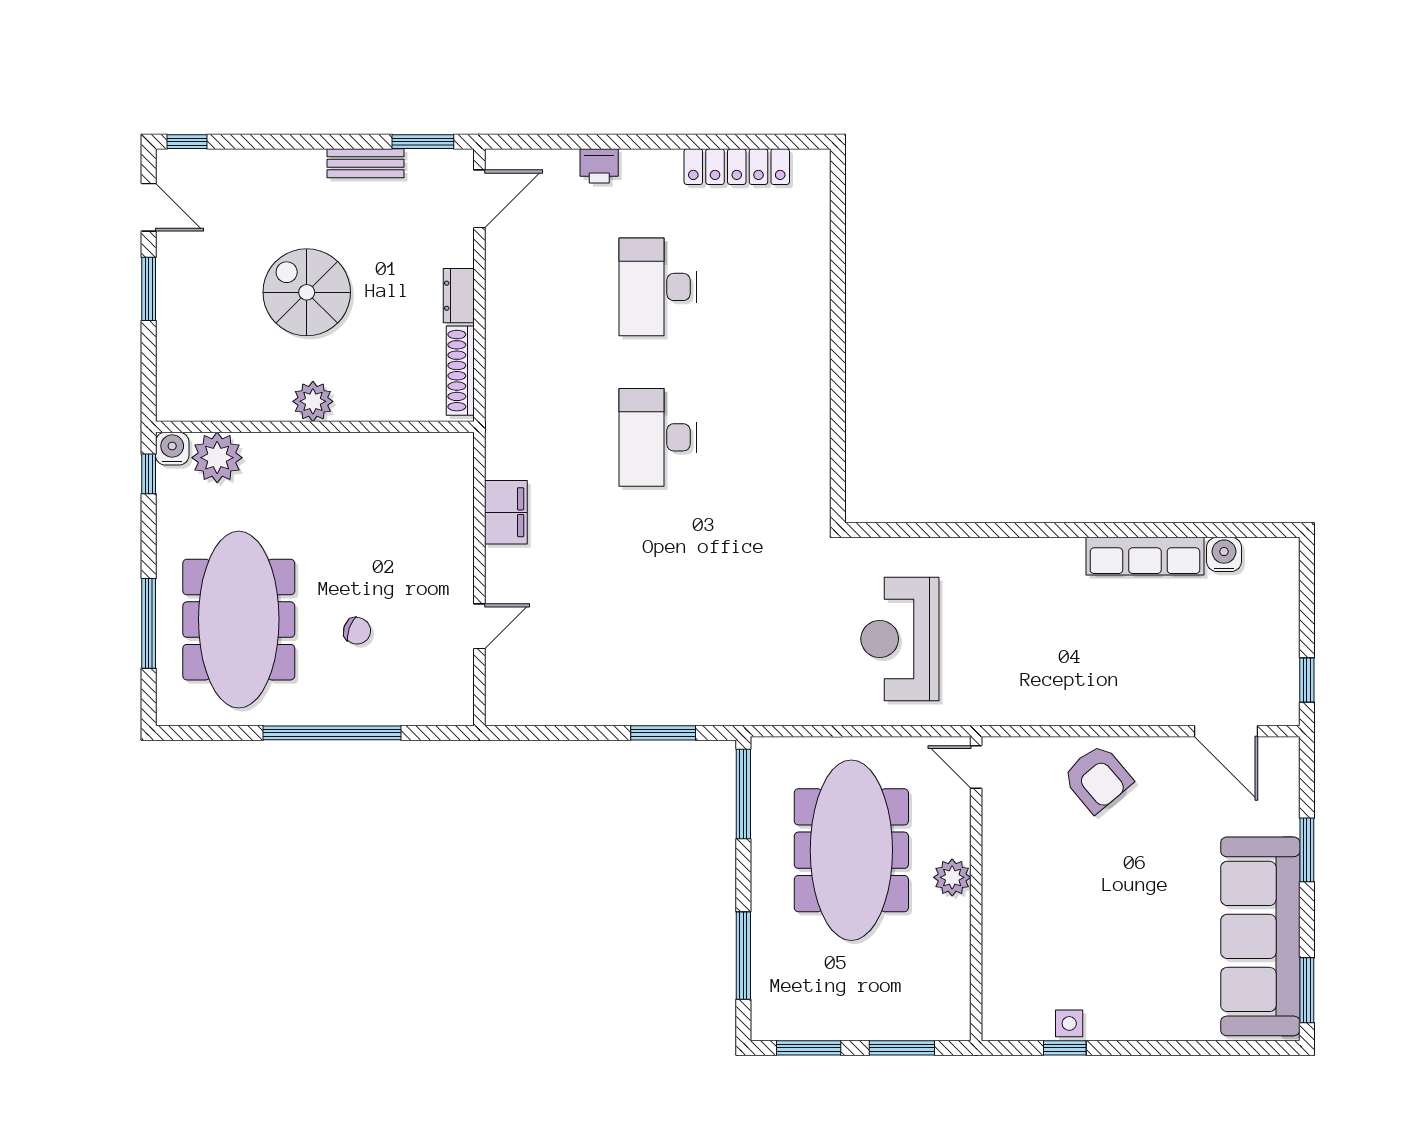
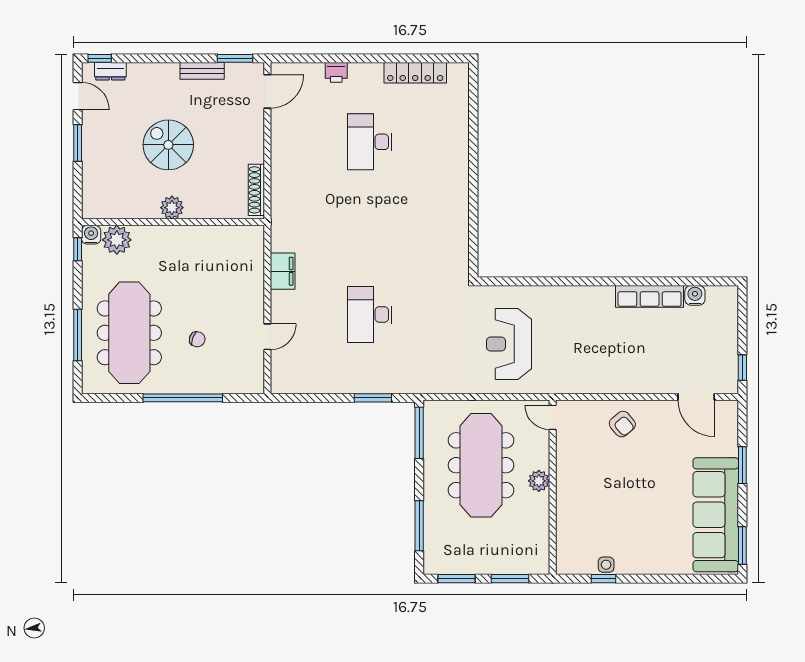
dresser: (459, 296) -> (110, 71), moved, turned -90
desk: (658, 437) -> (370, 315), moved
armchair: (1098, 778) -> (622, 424), width x0.72, depth x0.72

